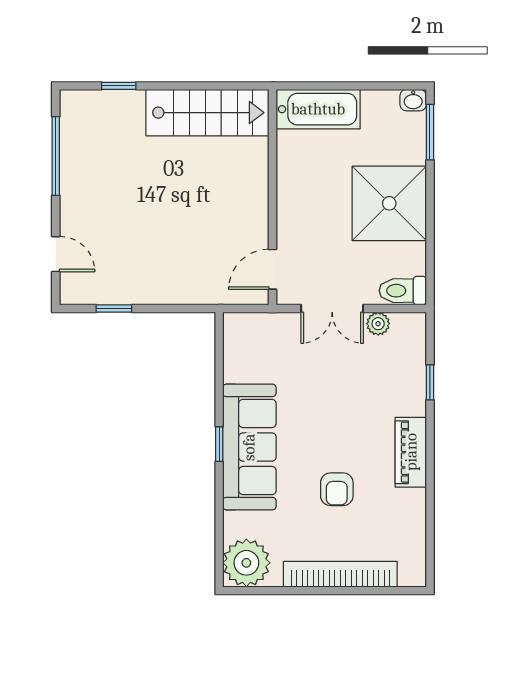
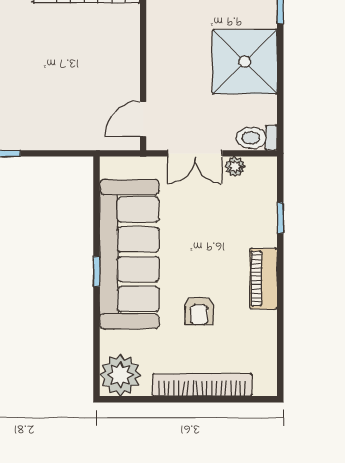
sofa: (249, 447) -> (129, 254), width x1.36, depth x1.27

